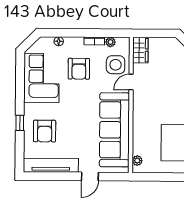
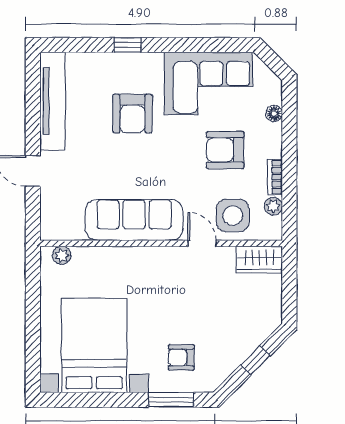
sofa: (114, 130) -> (134, 220), width x0.74, depth x0.79
armchair: (45, 131) -> (132, 114), moved, turned -90

